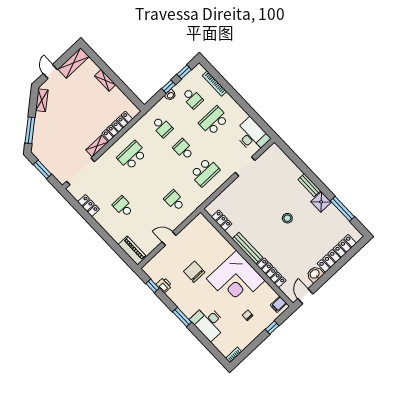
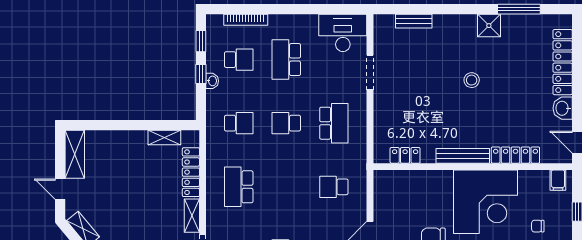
shelving: (105, 80) -> (164, 137), moved
bench: (309, 185) -> (414, 21), moved

